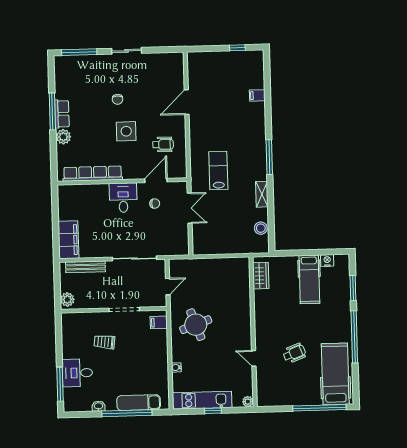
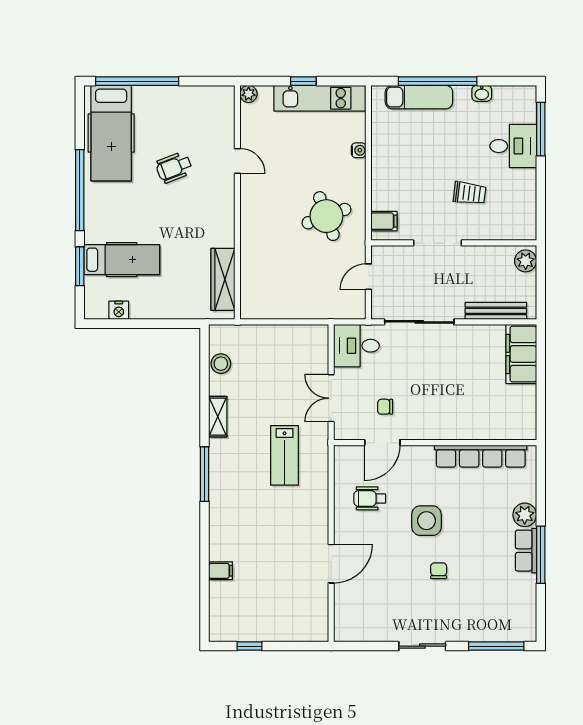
desk: (123, 198) -> (356, 346), moved, turned 90
wardrobe: (261, 276) -> (223, 279), width x1.50
hospital bed: (309, 279) -> (122, 260), moved, turned 90

